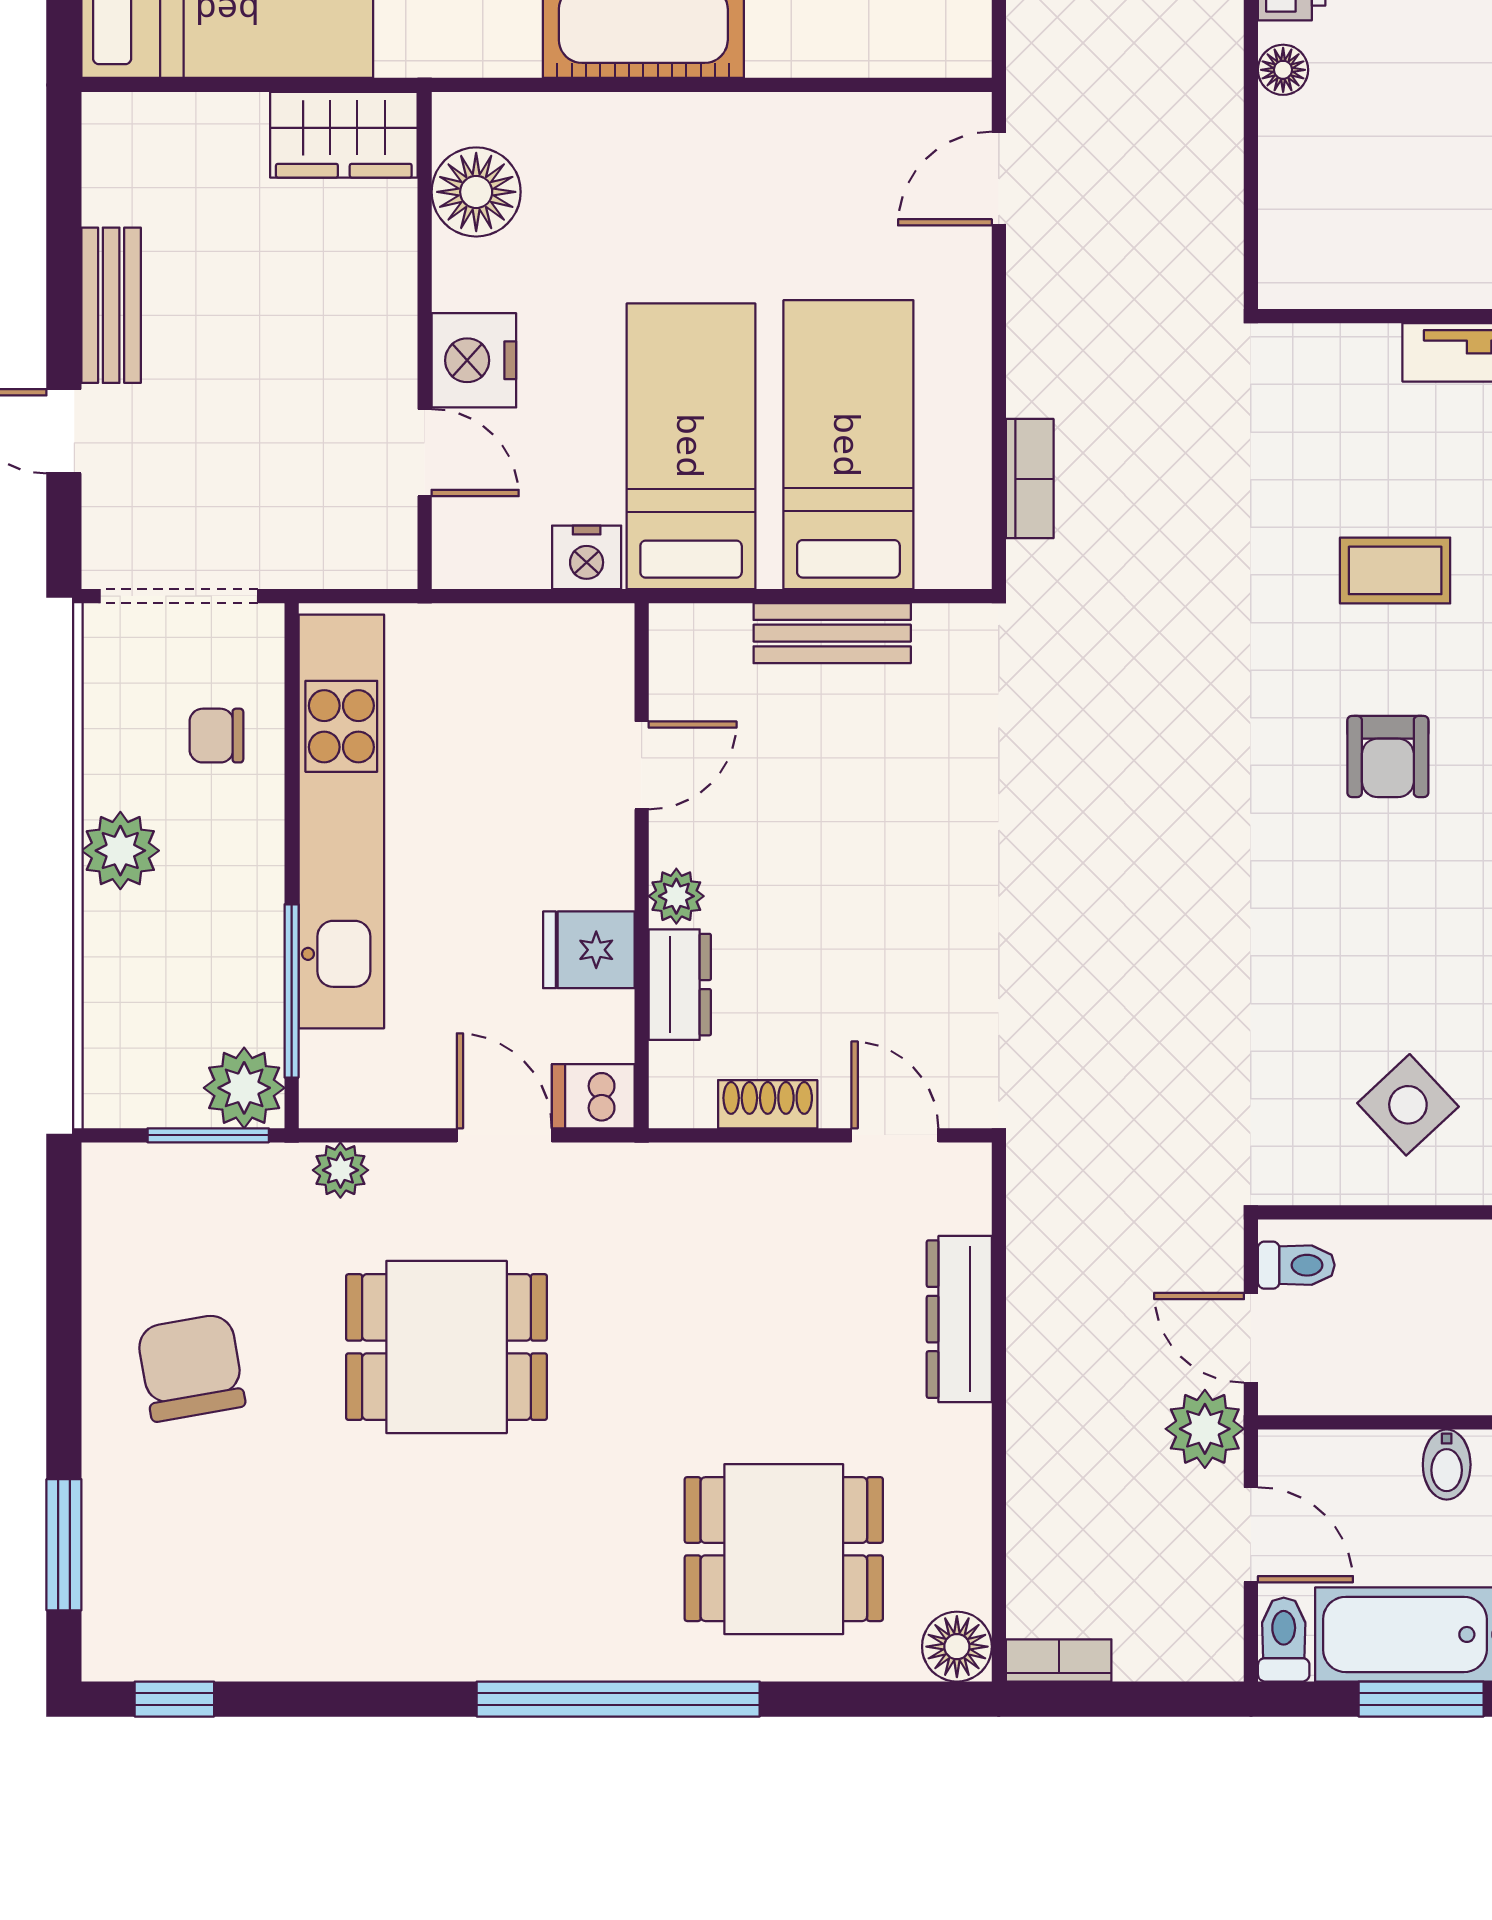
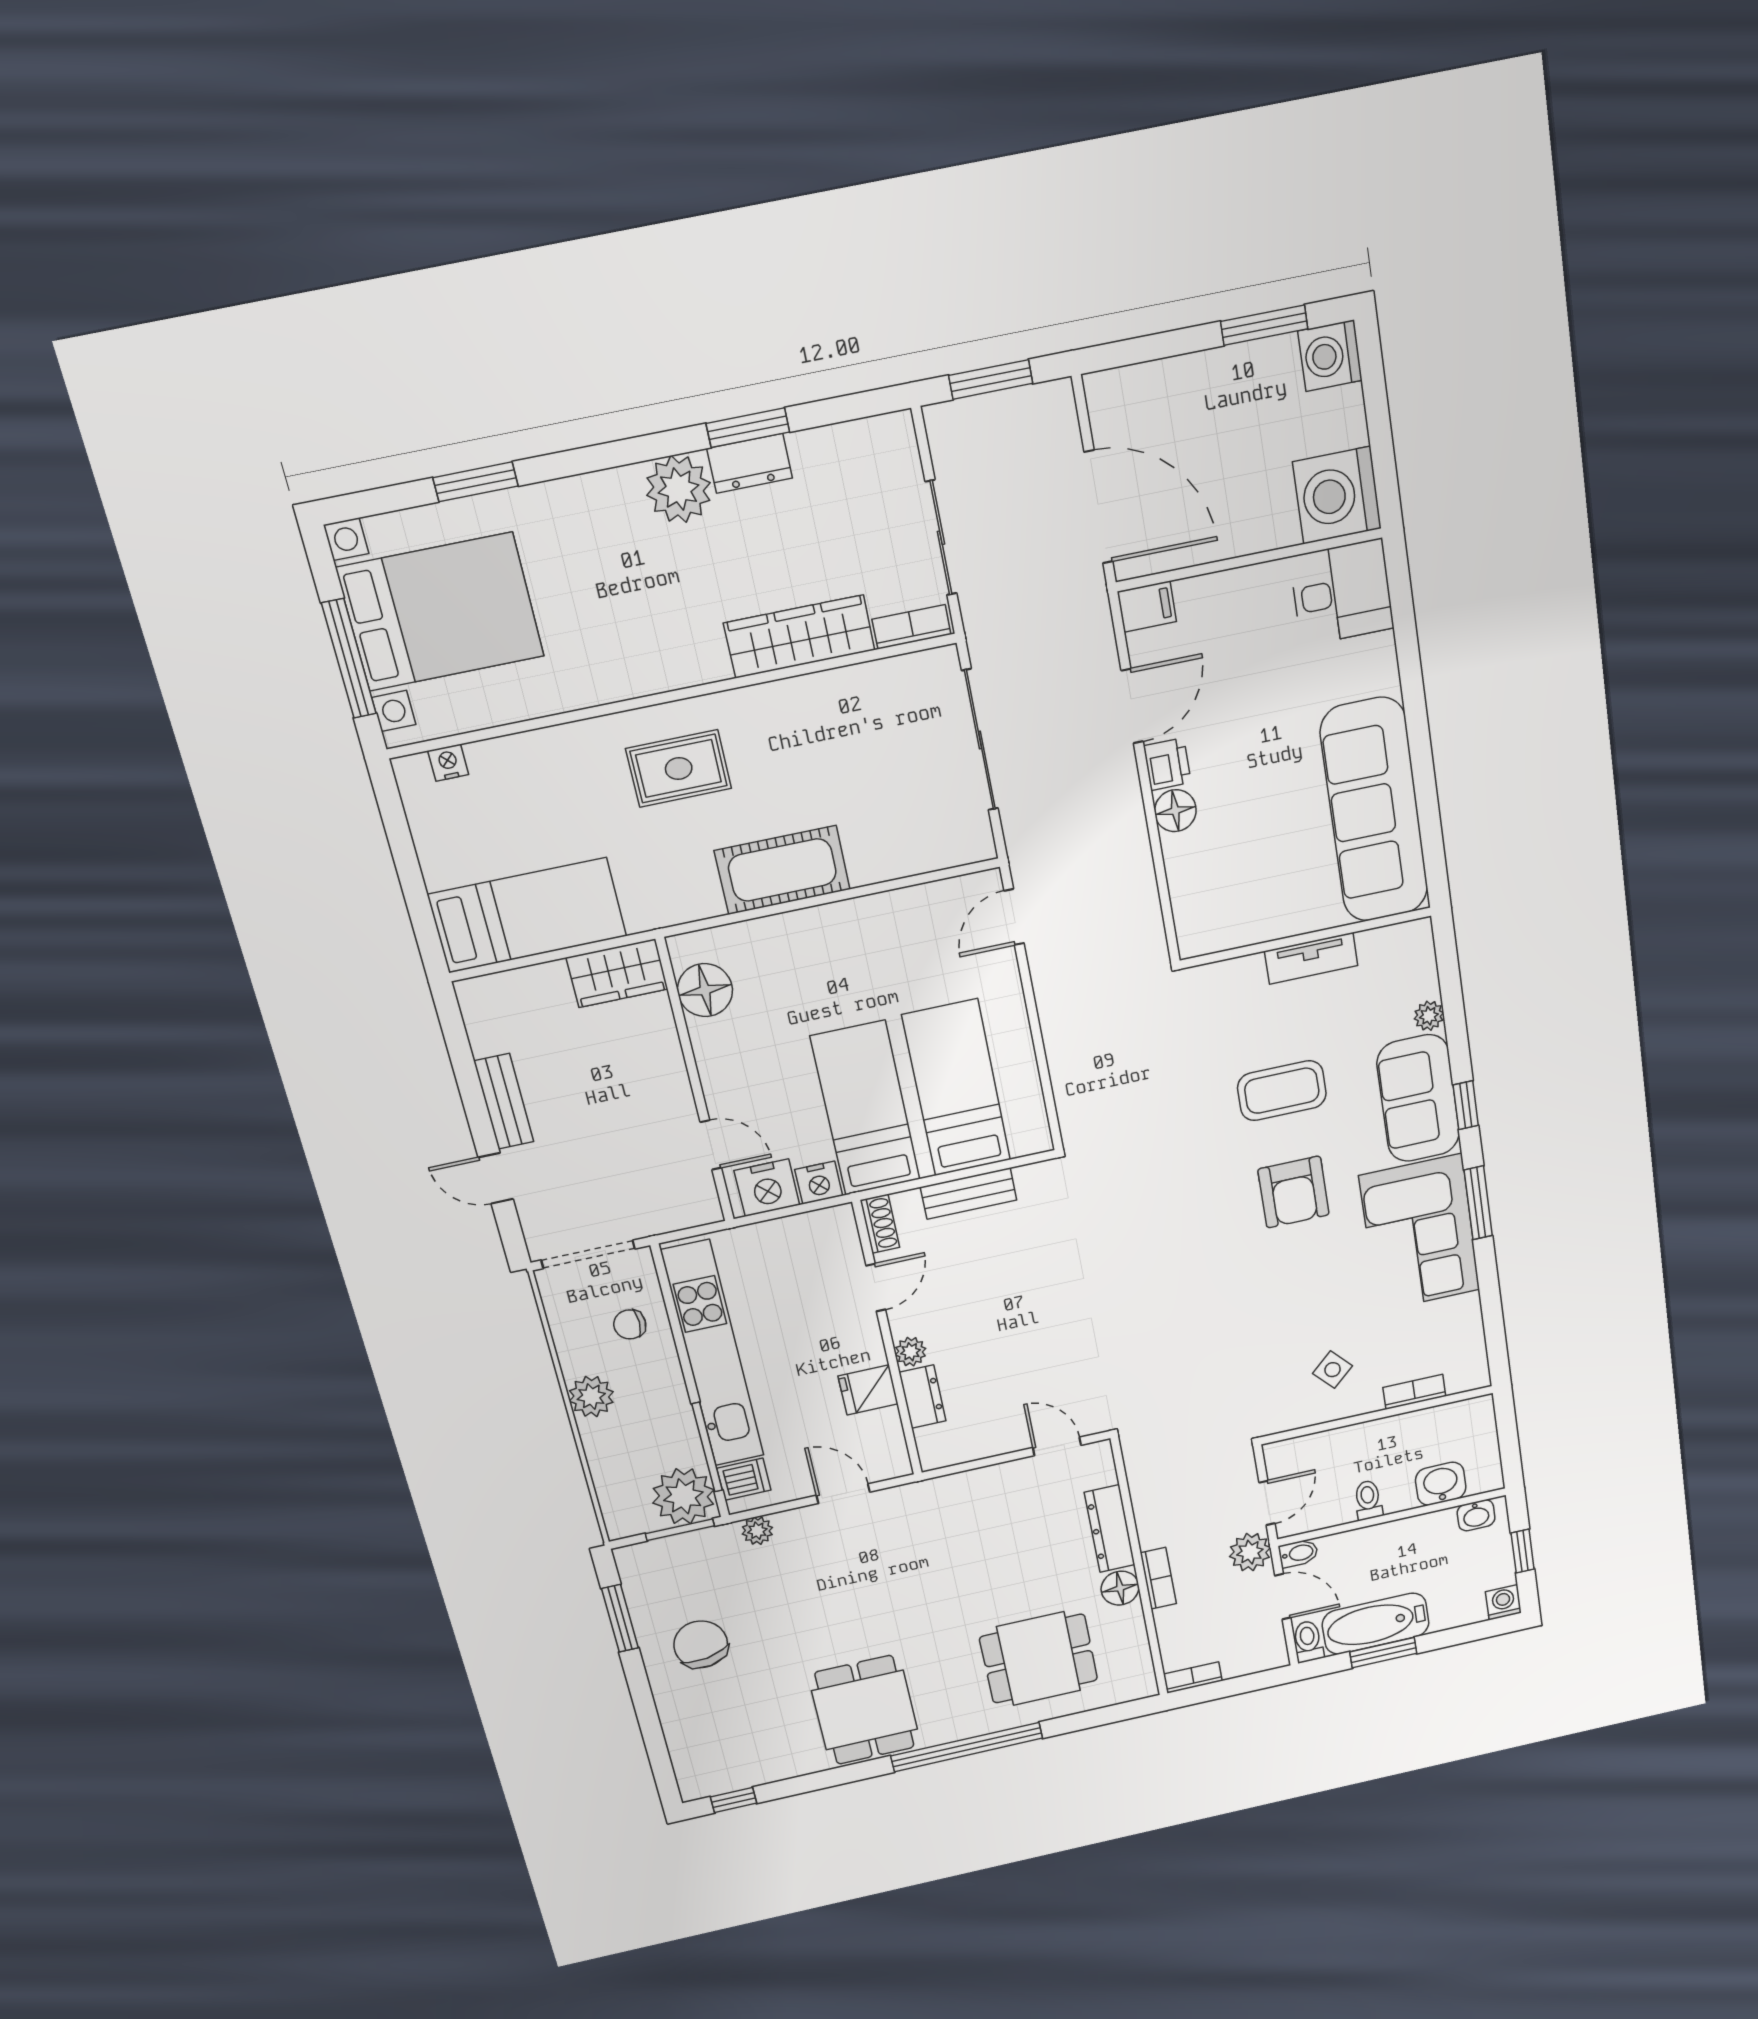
floor lamp: (1283, 70) -> (1175, 811), width x1.37, depth x1.37
nightstand: (474, 360) -> (767, 1188), moved, turned -90
bookcase: (1030, 479) -> (1158, 1578), moved
coffee table: (1395, 570) -> (1282, 1091), width x1.36, depth x1.30
armchair: (1388, 756) -> (1293, 1192), width x1.38, depth x1.38
plant: (244, 1088) -> (683, 1496), width x1.36, depth x1.36
dishwasher: (593, 1096) -> (744, 1479), moved, turned 180
shoe rack: (768, 1104) -> (880, 1224), moved, turned 90
side table: (1408, 1105) -> (1333, 1370), width x0.73, depth x0.73
toilet: (1296, 1265) -> (1368, 1500), moved, turned -90
door: (1251, 1338) -> (1267, 1503), swing flipped
dining table: (447, 1347) -> (865, 1710), moved, turned 90
bidet: (1447, 1465) -> (1298, 1553), moved, turned -90
window: (64, 1545) -> (620, 1618), moved
floor lamp: (957, 1647) -> (1120, 1588), moved

